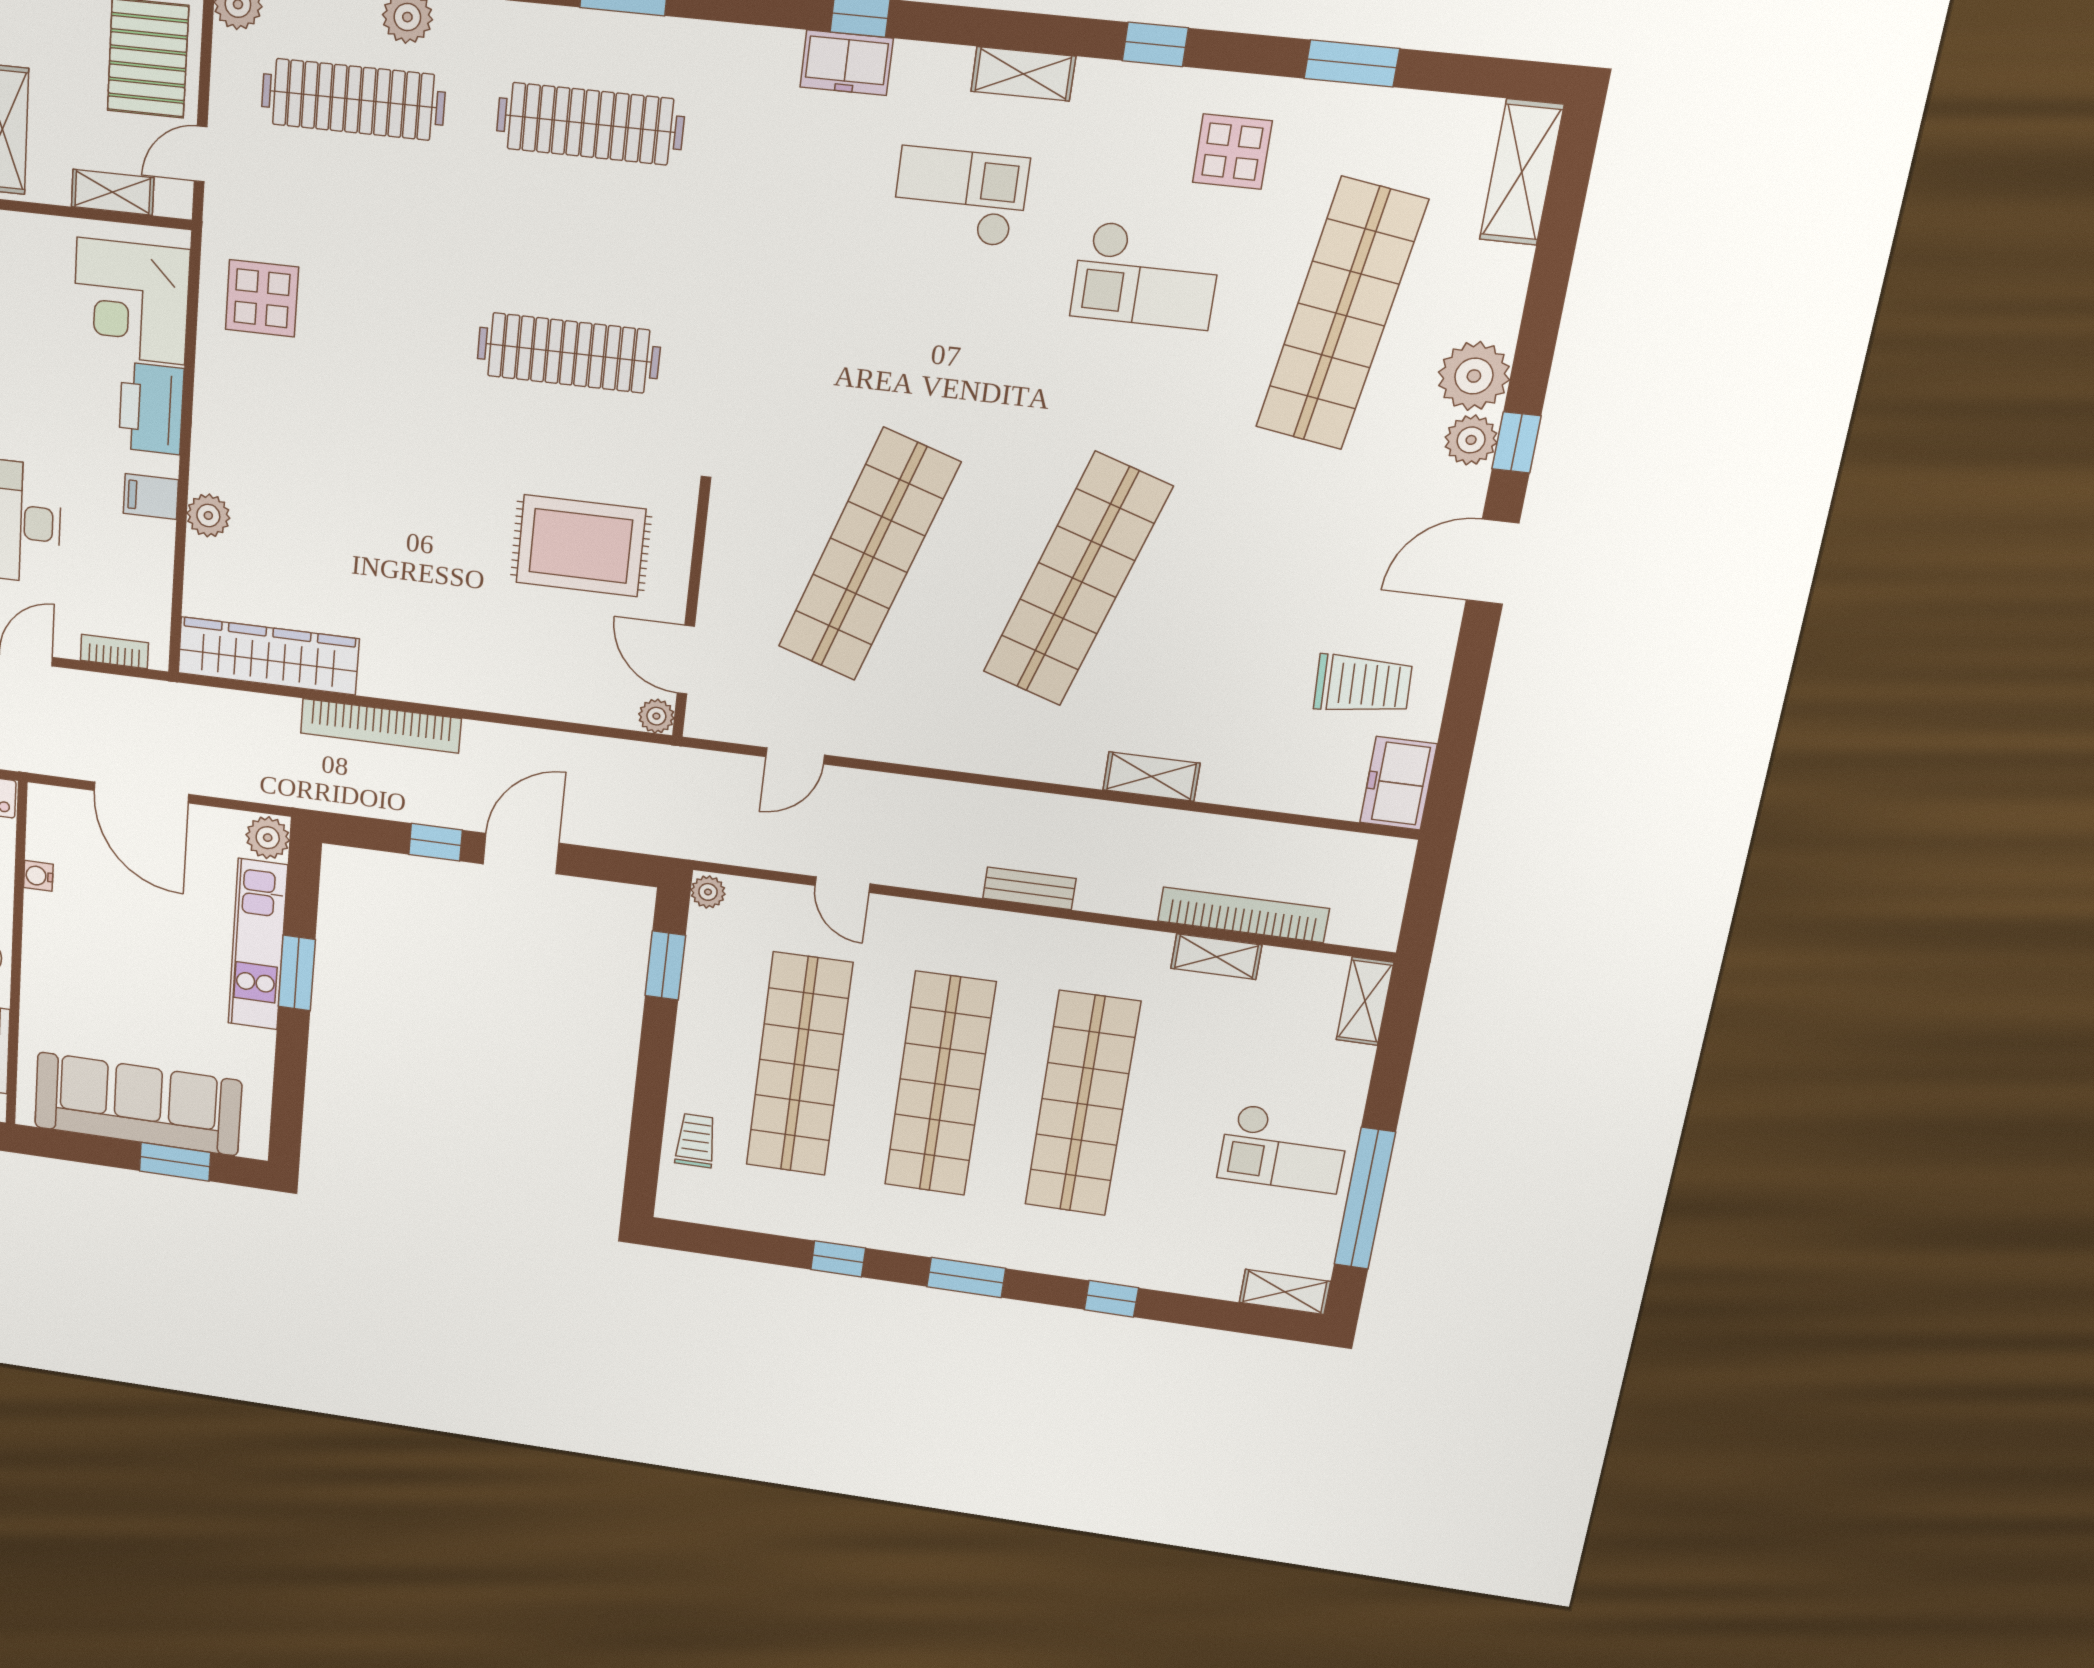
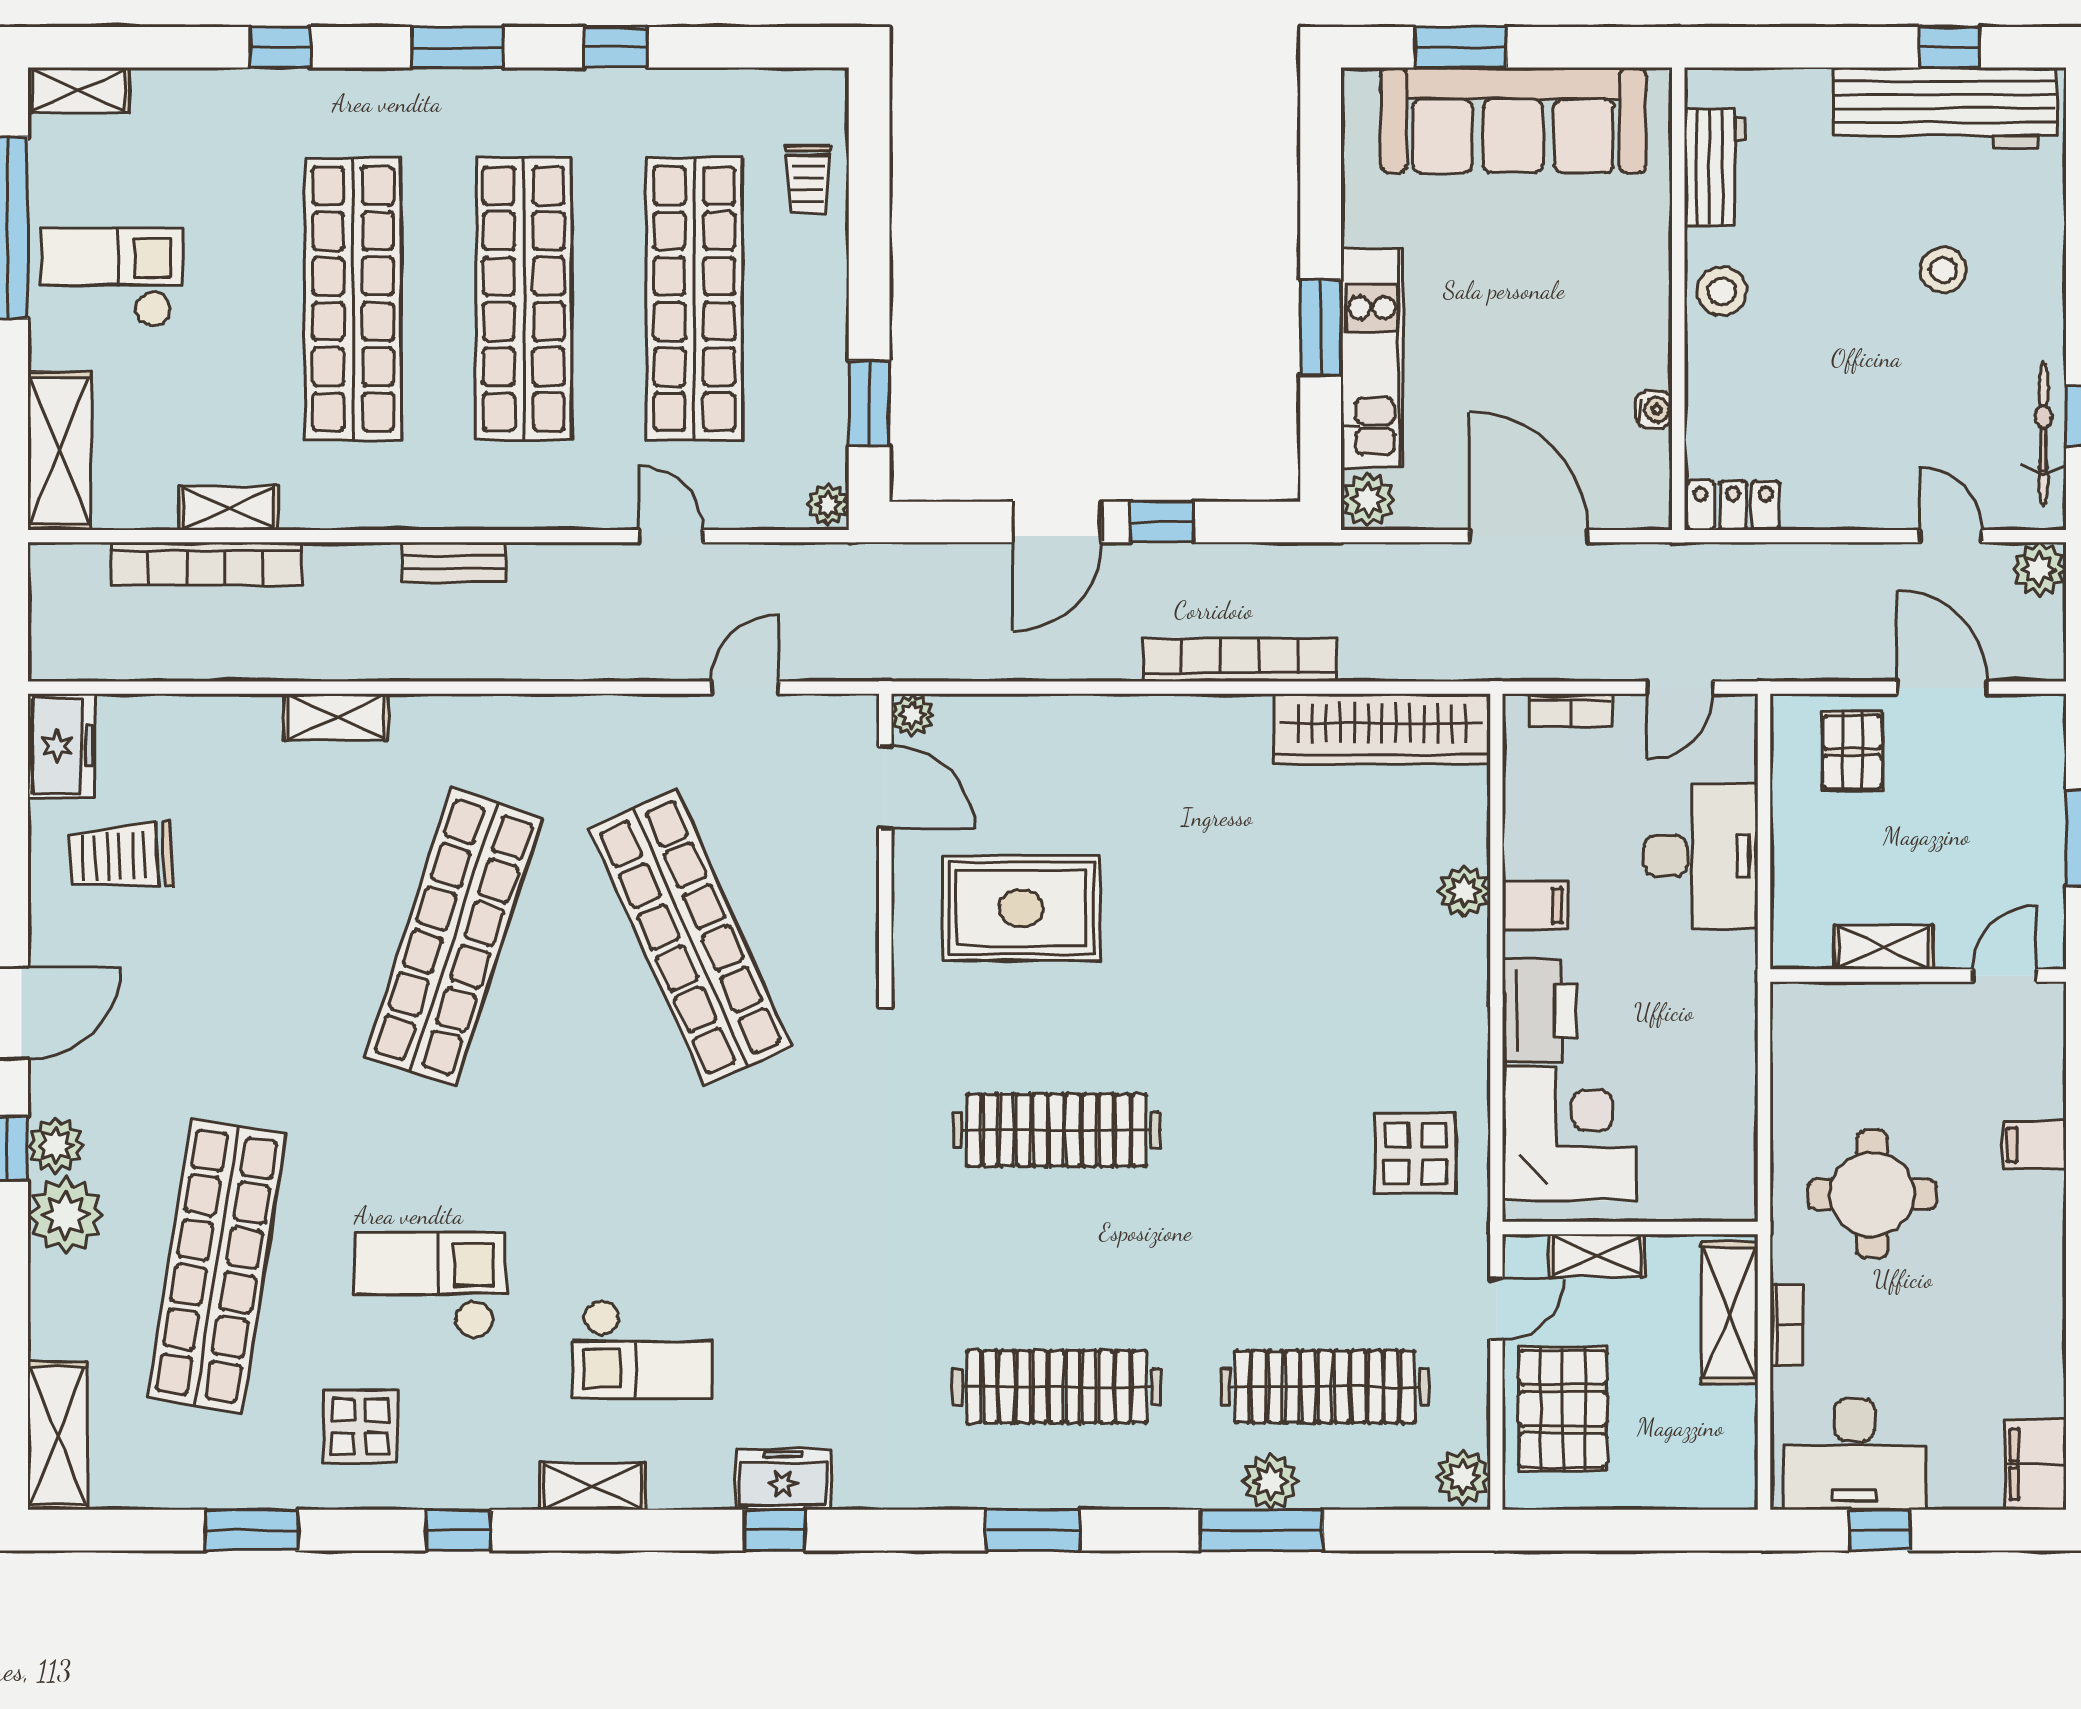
shop shelf: (869, 555) -> (690, 937), turned -42
shelving: (1365, 1001) -> (59, 451), width x1.50, depth x1.33

